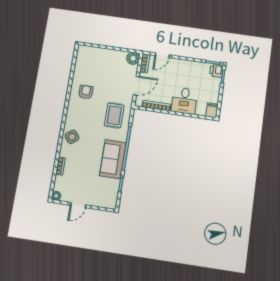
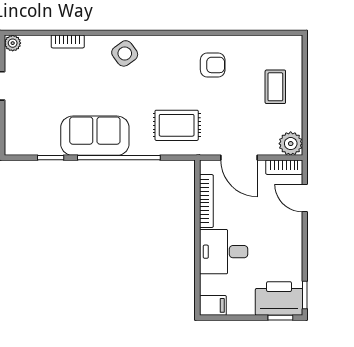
coffee table: (102, 62) -> (275, 87), added
printer: (216, 71) -> (279, 299), width x1.87, depth x1.48

